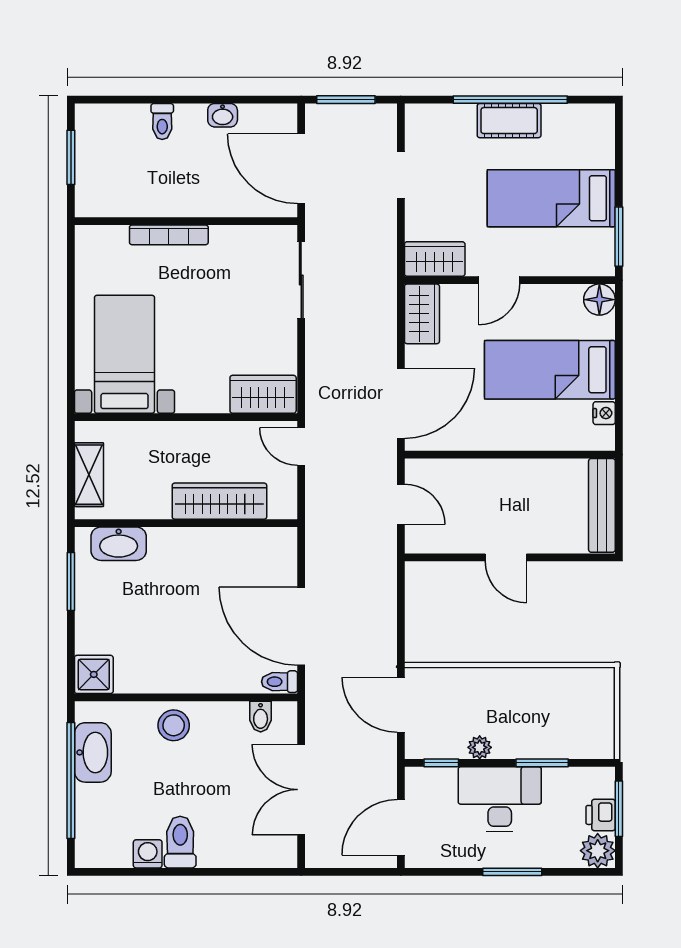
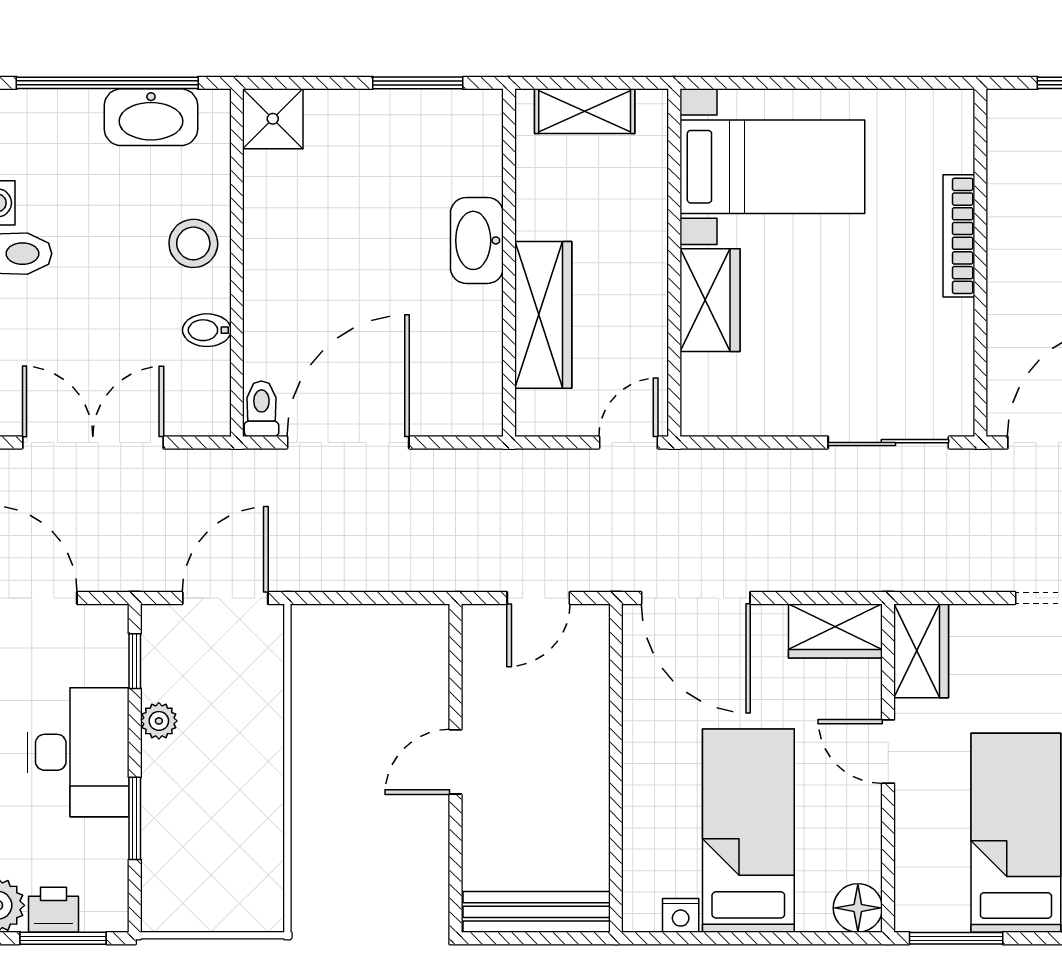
wardrobe: (263, 394) -> (710, 300), moved
washbasin: (119, 544) -> (477, 240), moved
bidet: (261, 717) -> (207, 330), moved

